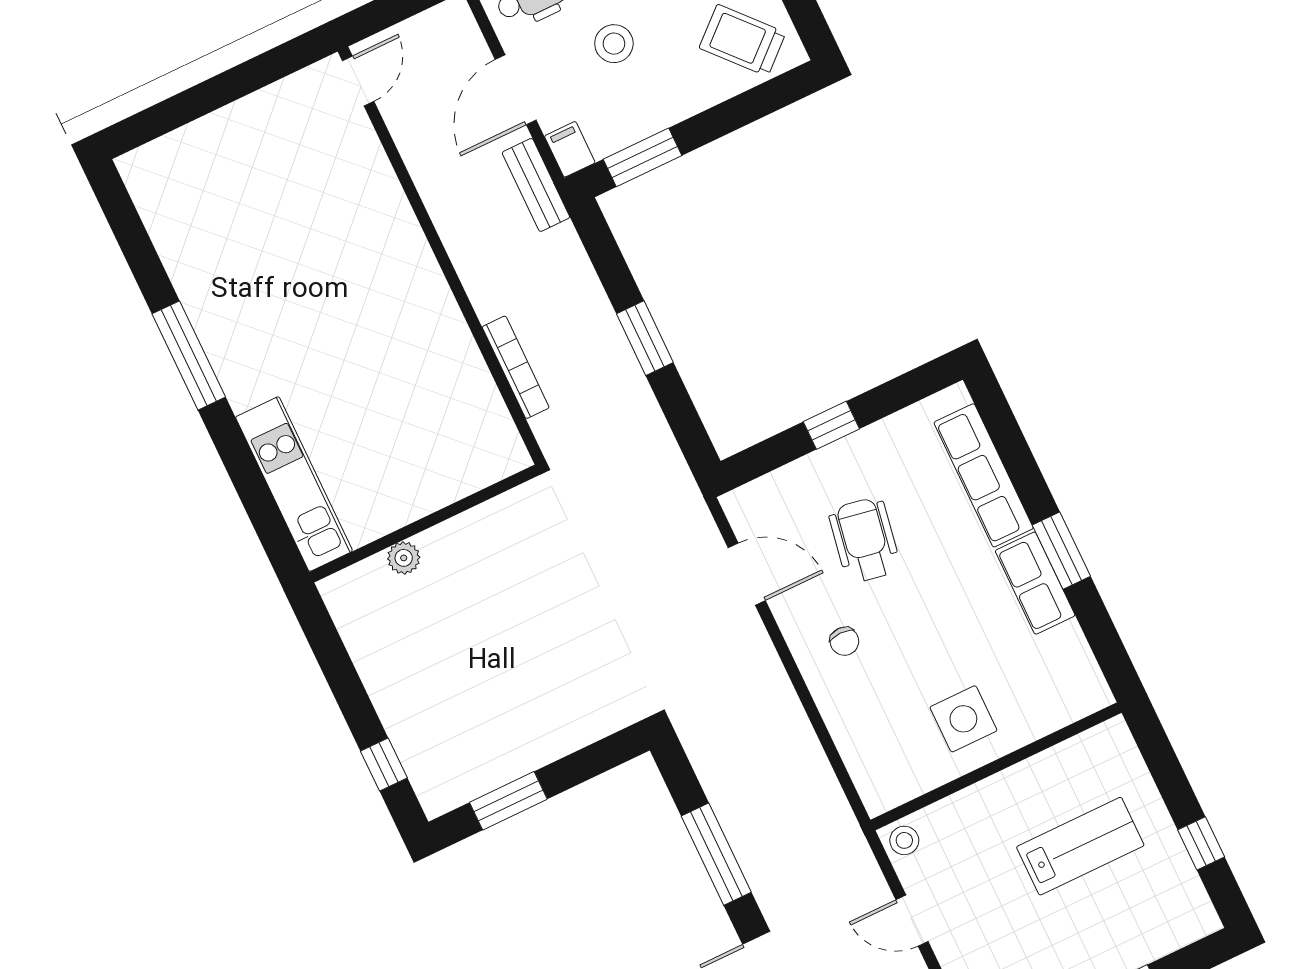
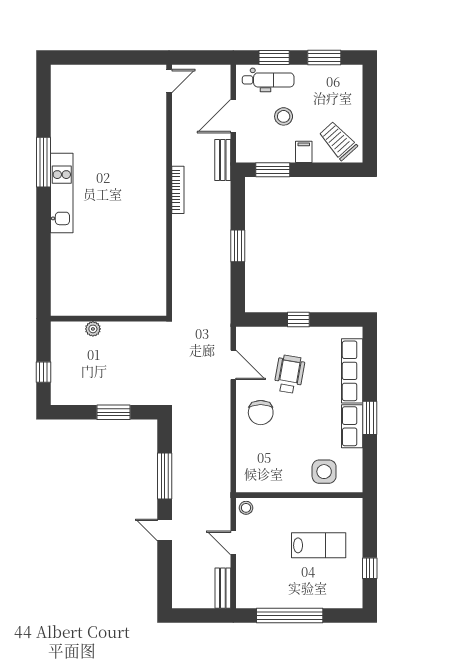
filing cabinet: (570, 149) -> (304, 152), moved
bookcase: (516, 367) -> (178, 190), moved
kitchen unit: (294, 484) -> (62, 193), moved
wall: (424, 523) -> (108, 319), moved
plant: (404, 558) -> (93, 329), moved
chair: (844, 641) -> (261, 413), width x1.87, depth x1.87
side table: (963, 719) -> (324, 472), moved
window: (508, 801) -> (114, 412), moved

